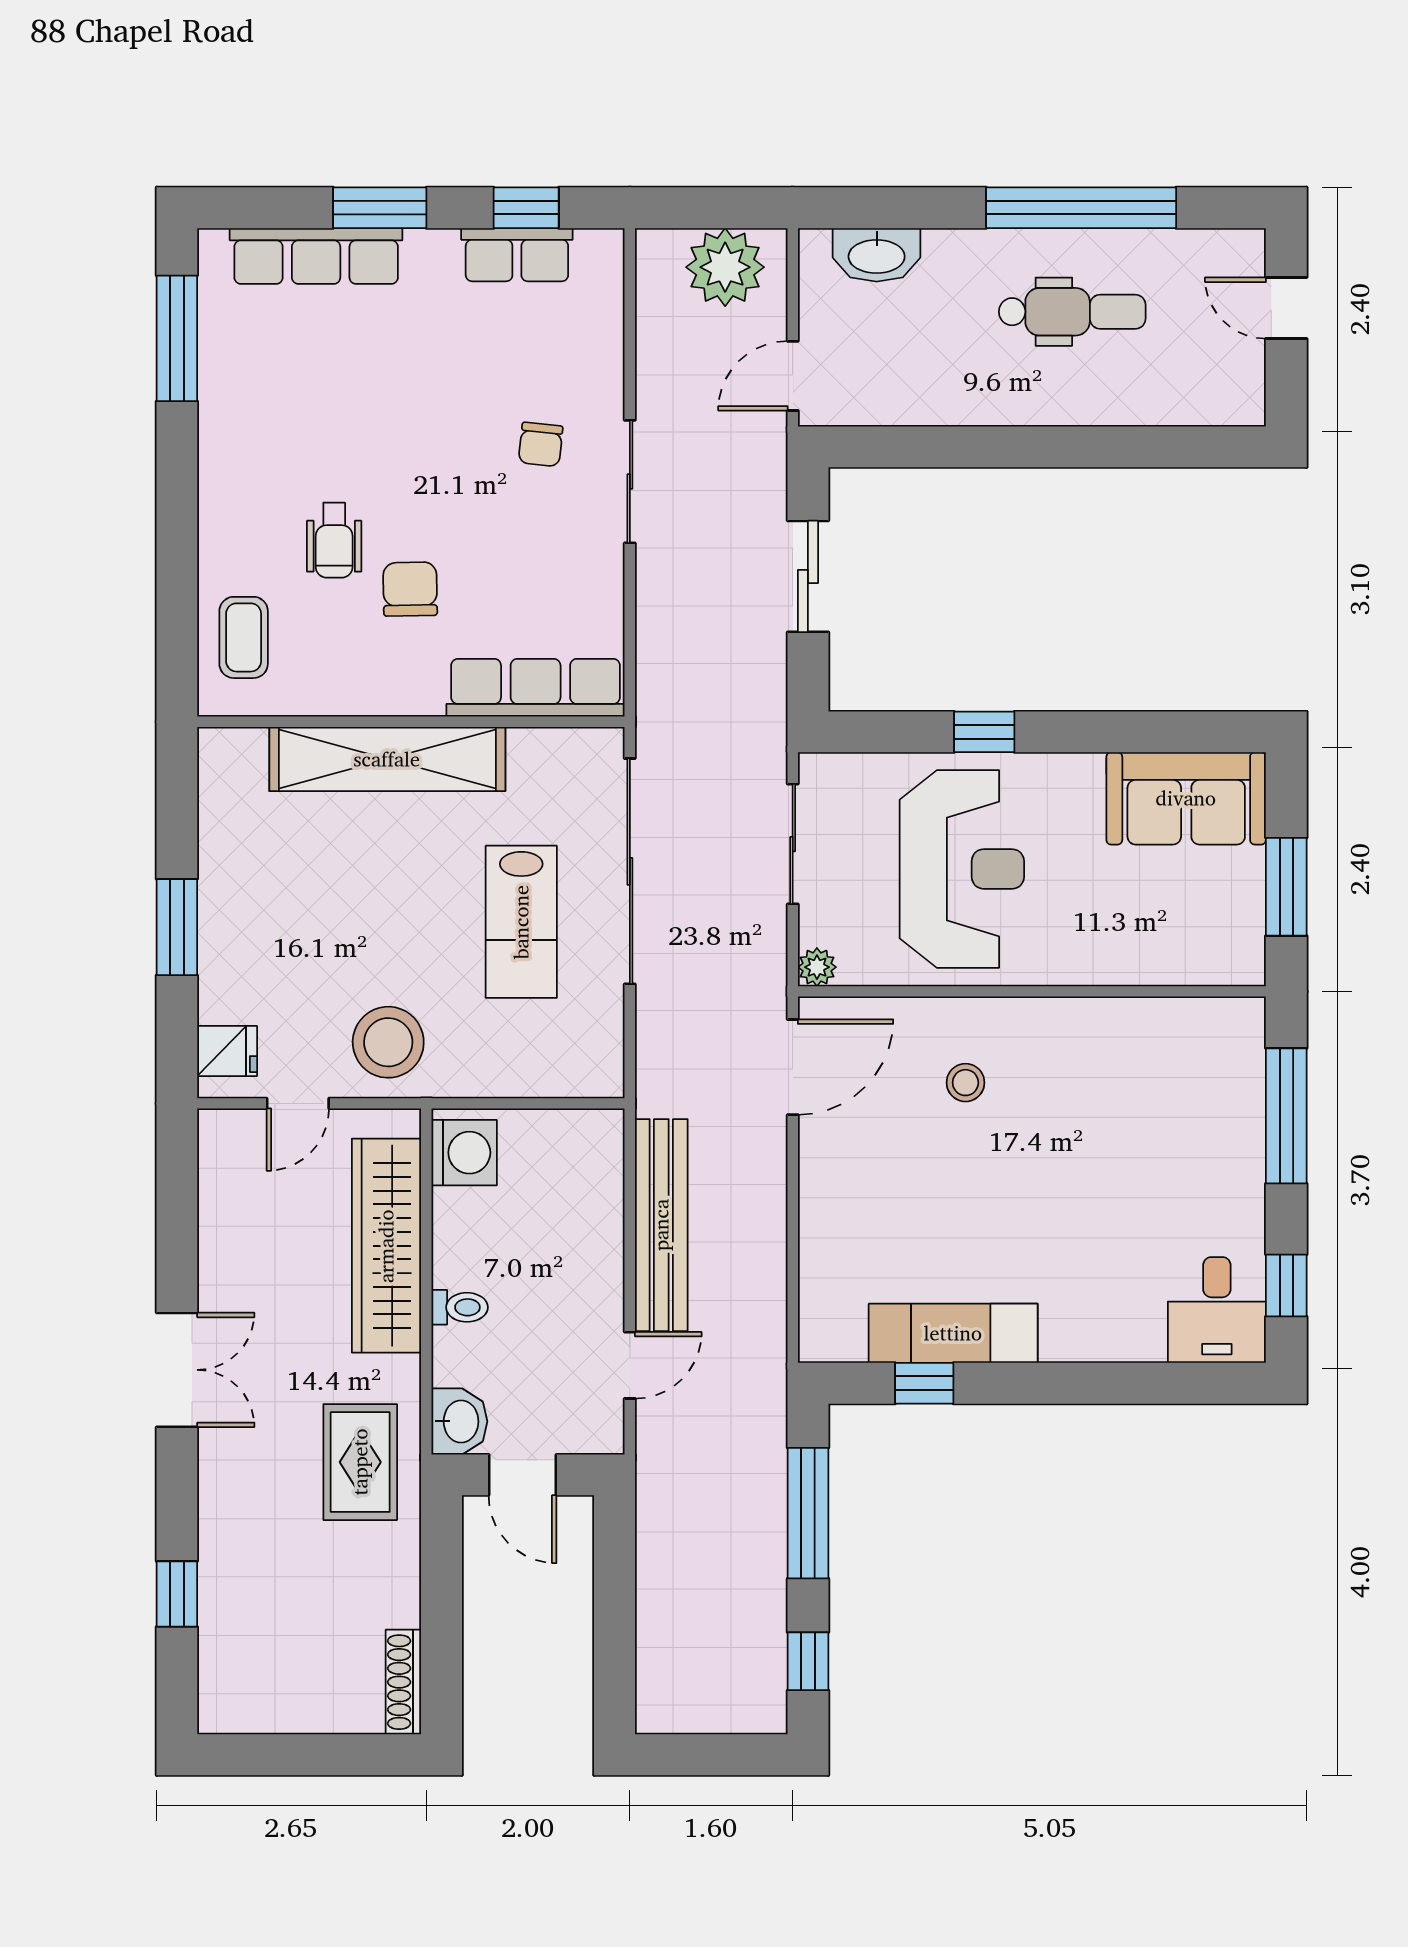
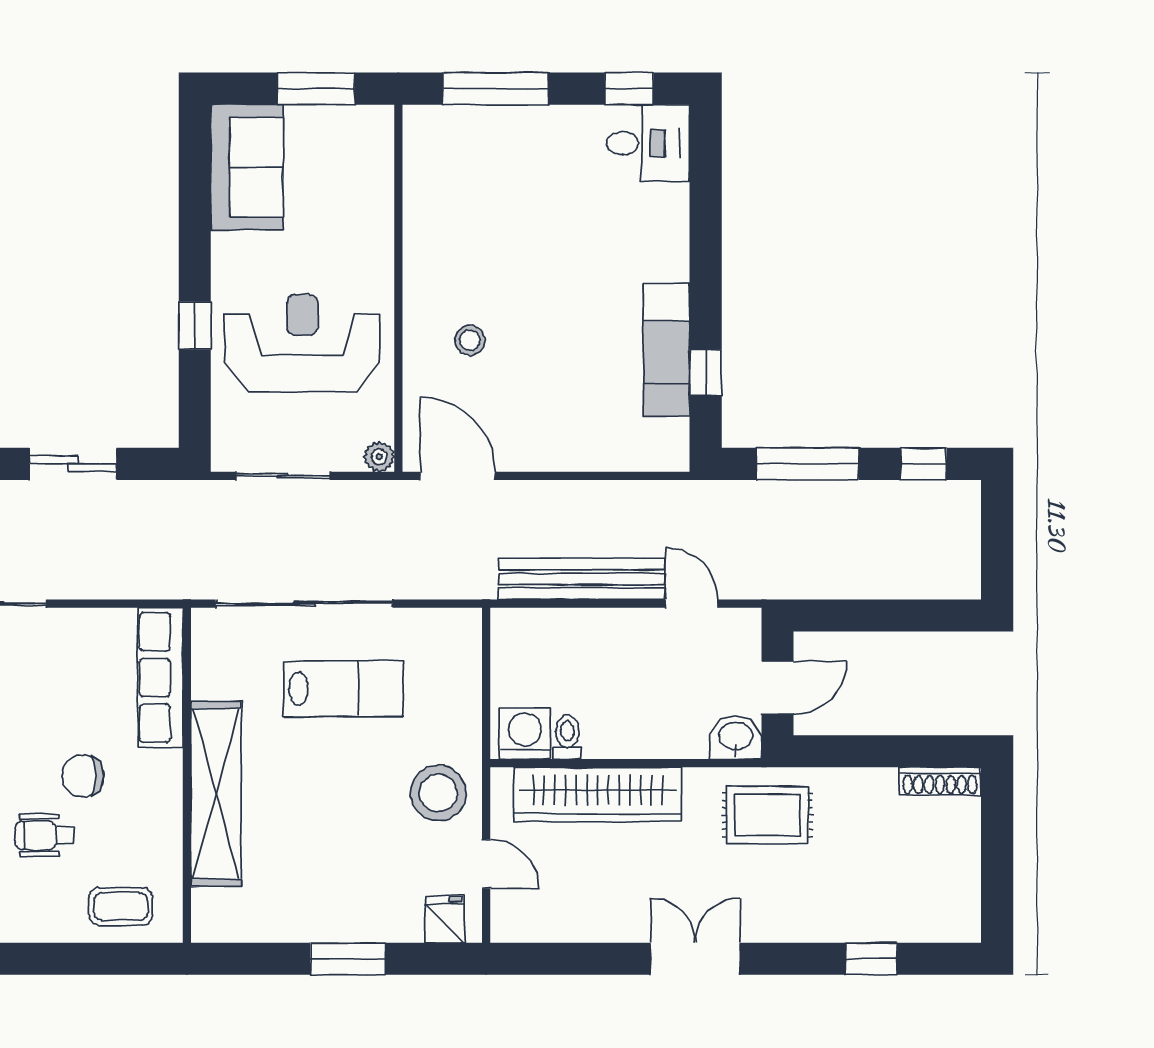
wheelchair: (334, 540) -> (44, 835), turned 180
toilet: (460, 1307) -> (567, 737), moved

